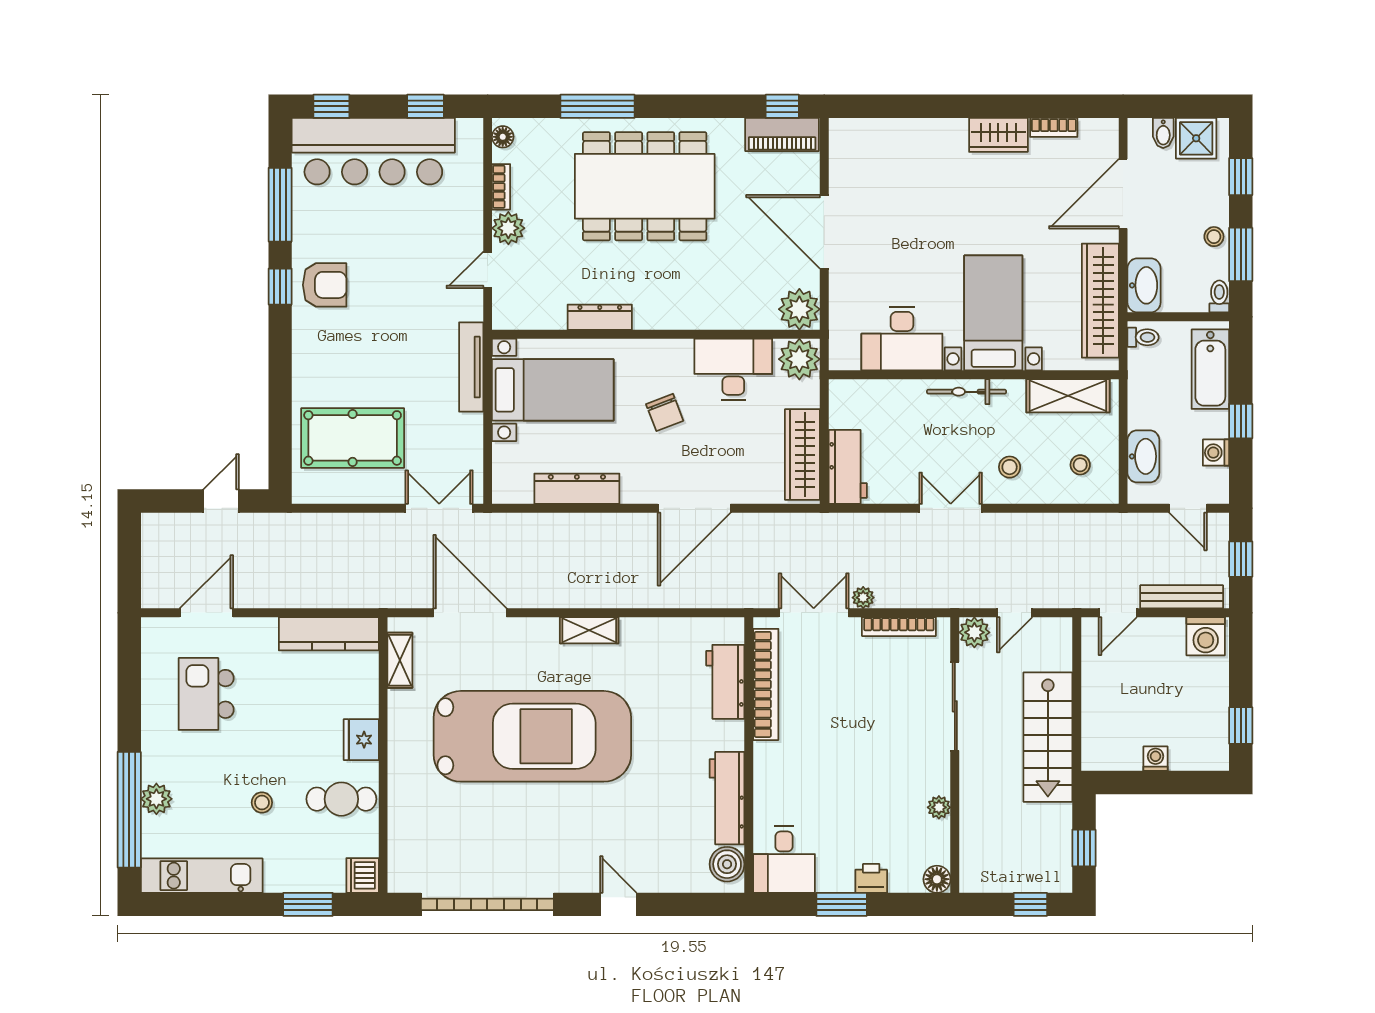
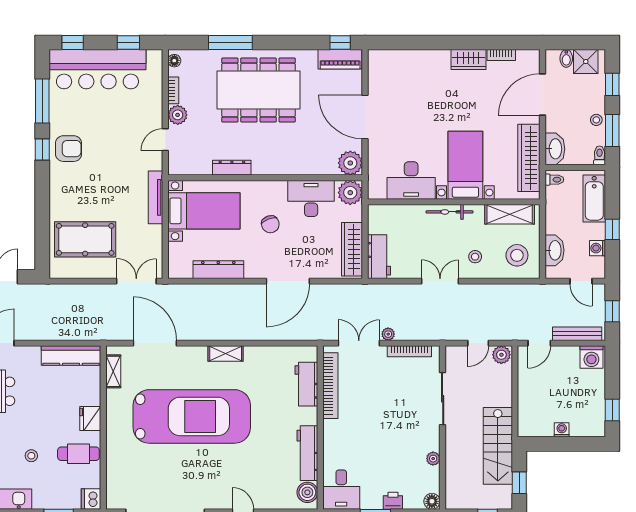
stool: (1080, 465) -> (517, 255), width x1.89, depth x1.89
plant: (974, 632) -> (501, 355), moved
stairs: (1048, 737) -> (498, 446), moved

